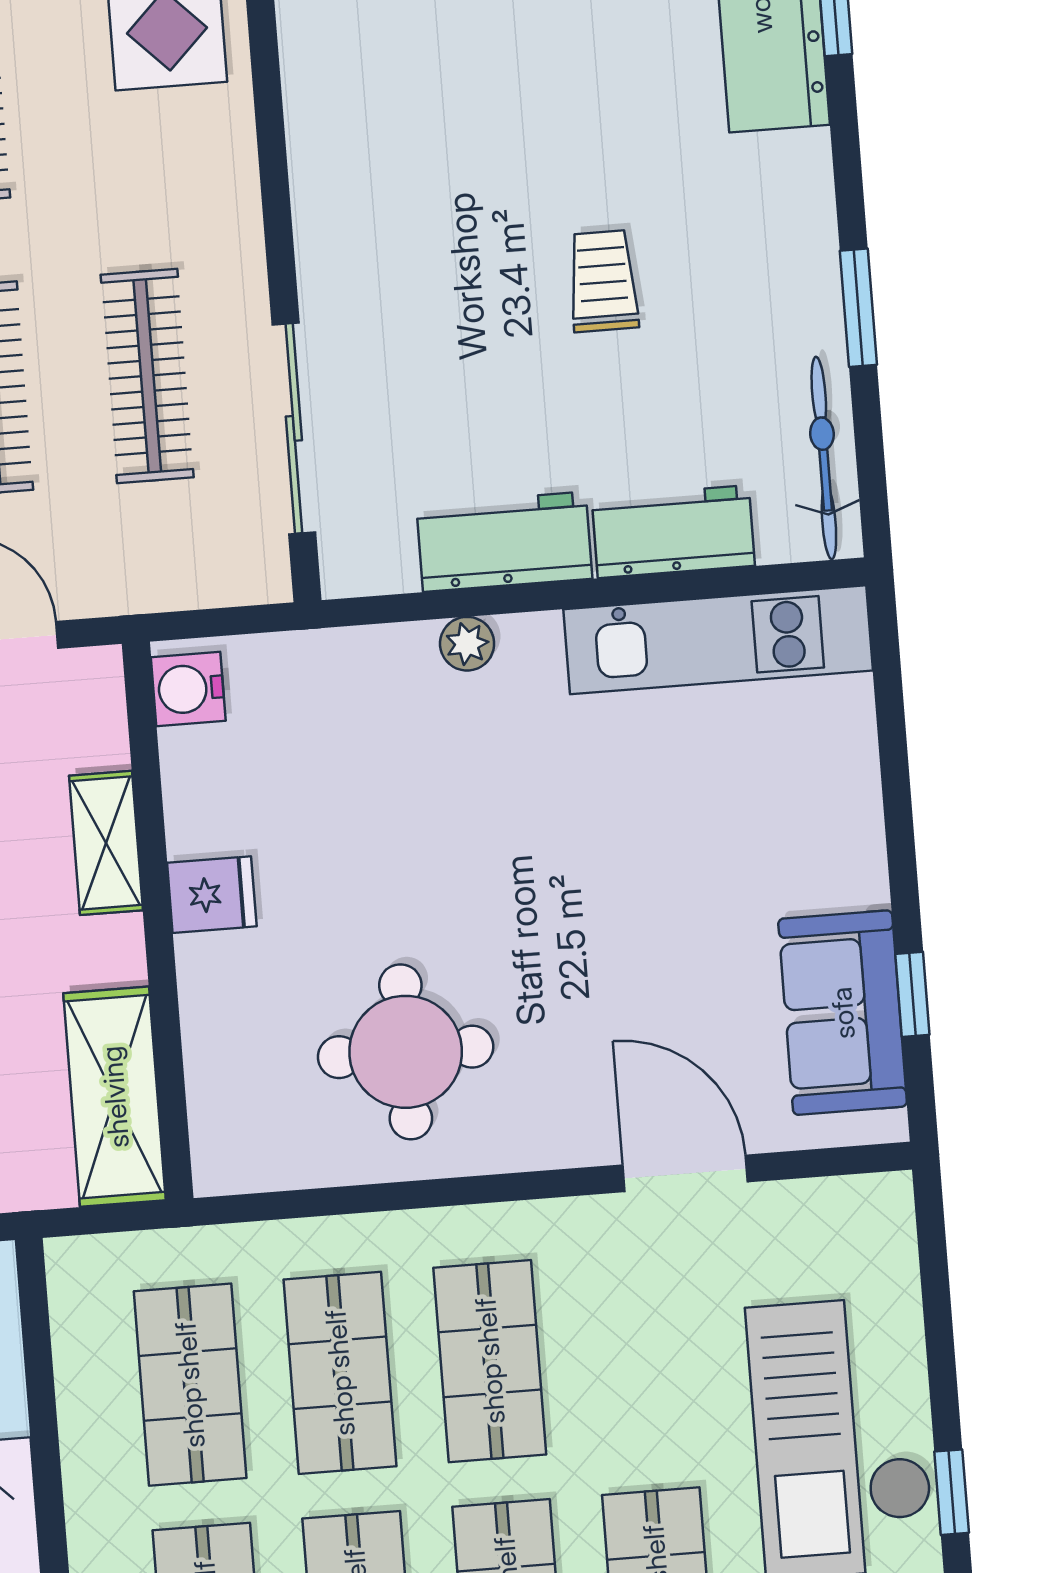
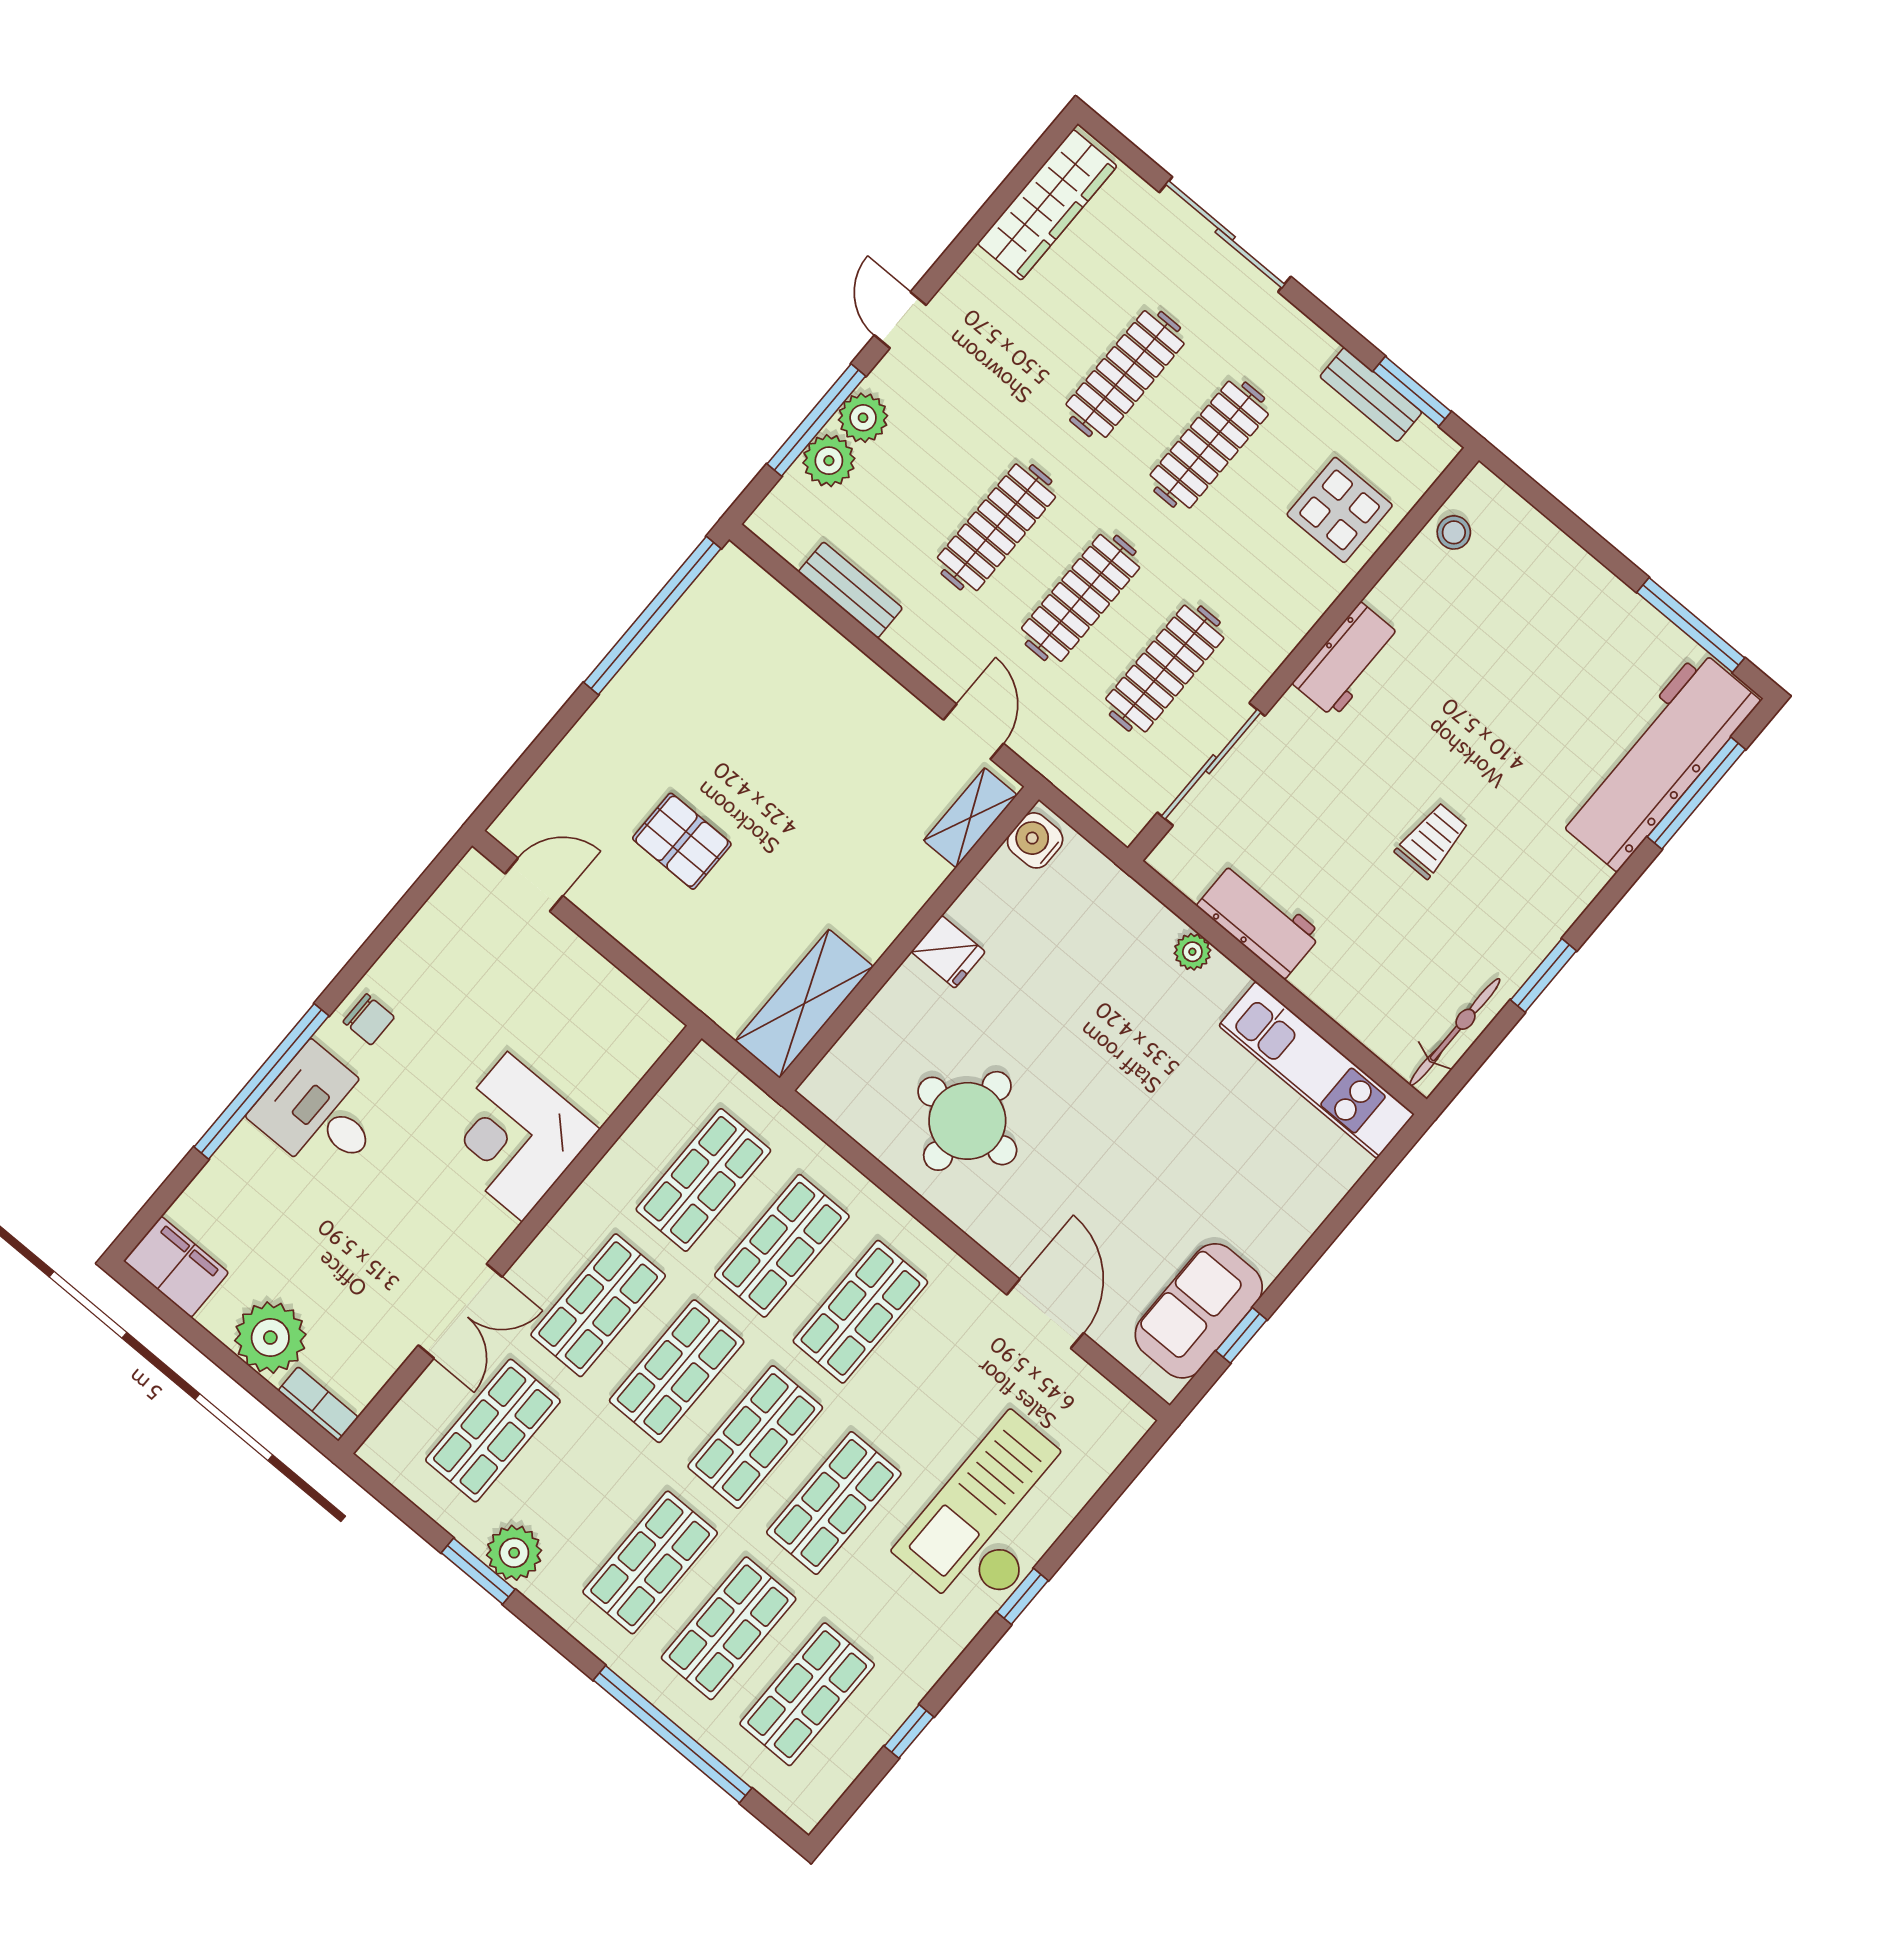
workbench: (673, 532) -> (1347, 660), moved, turned 90
shelving: (106, 843) -> (970, 818), moved

